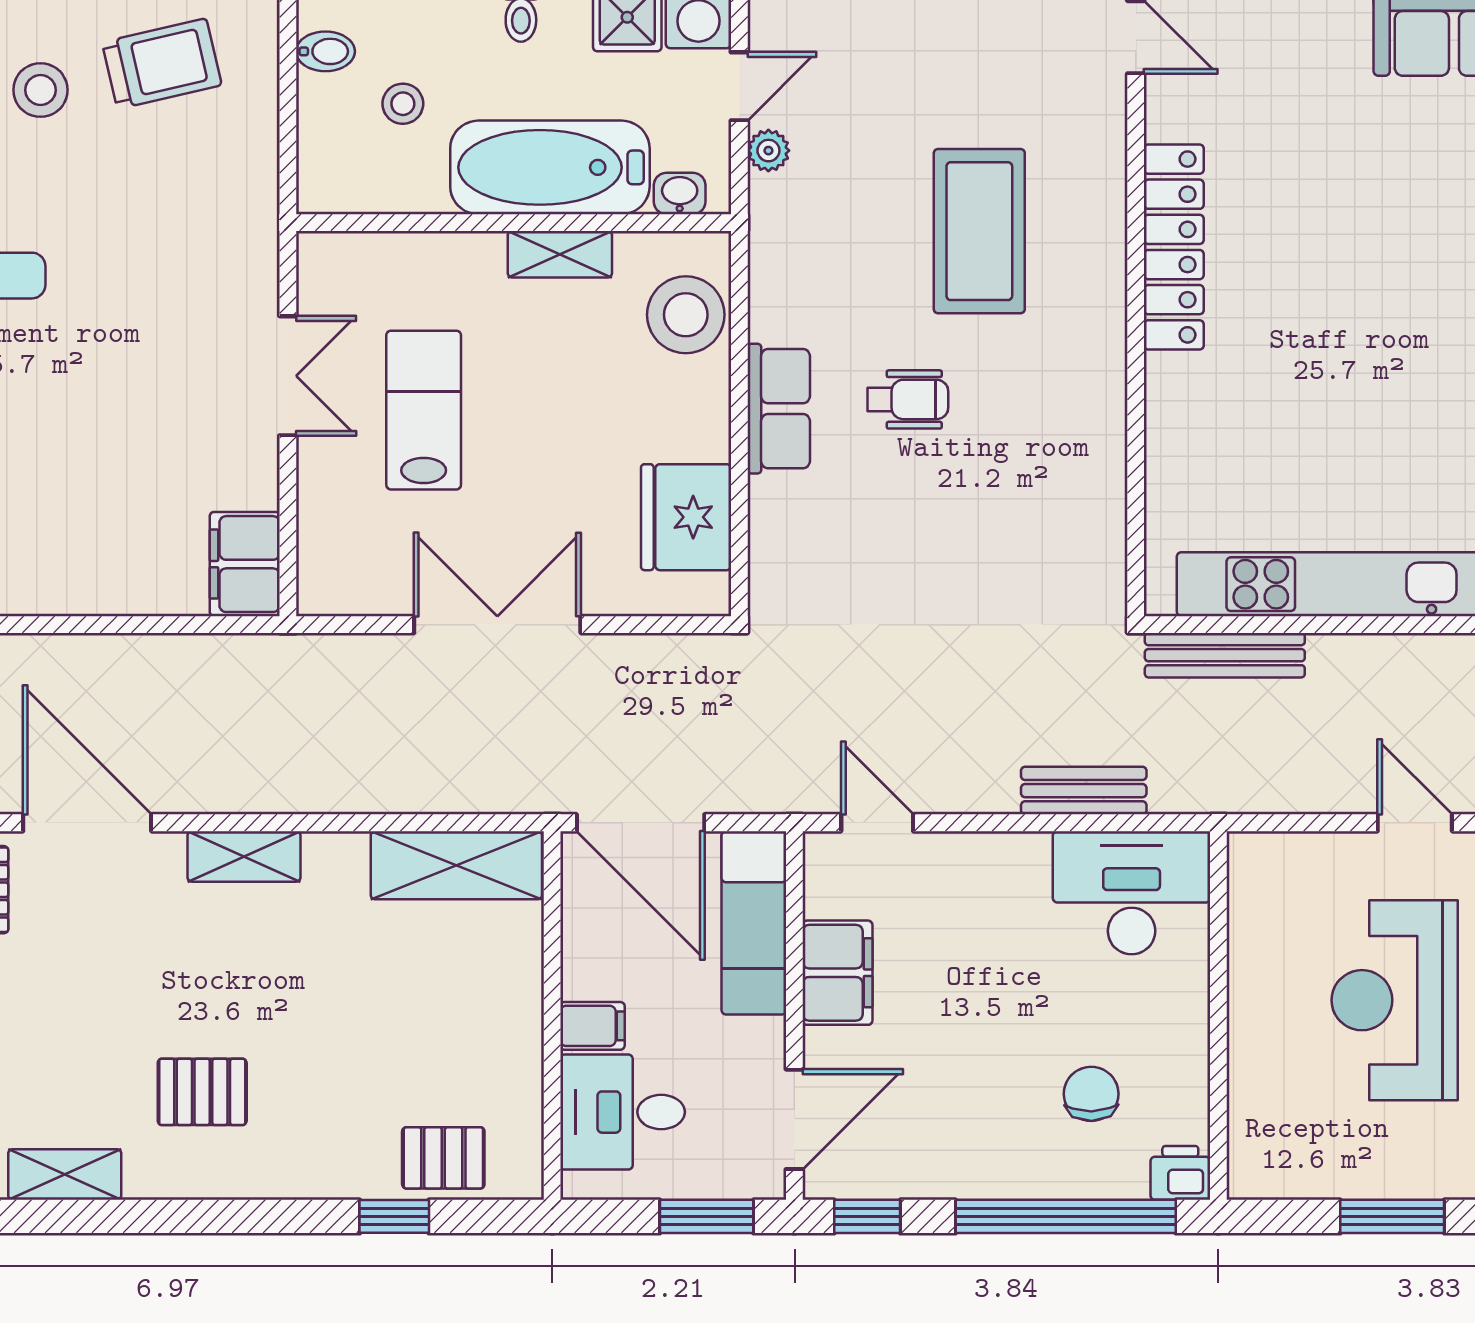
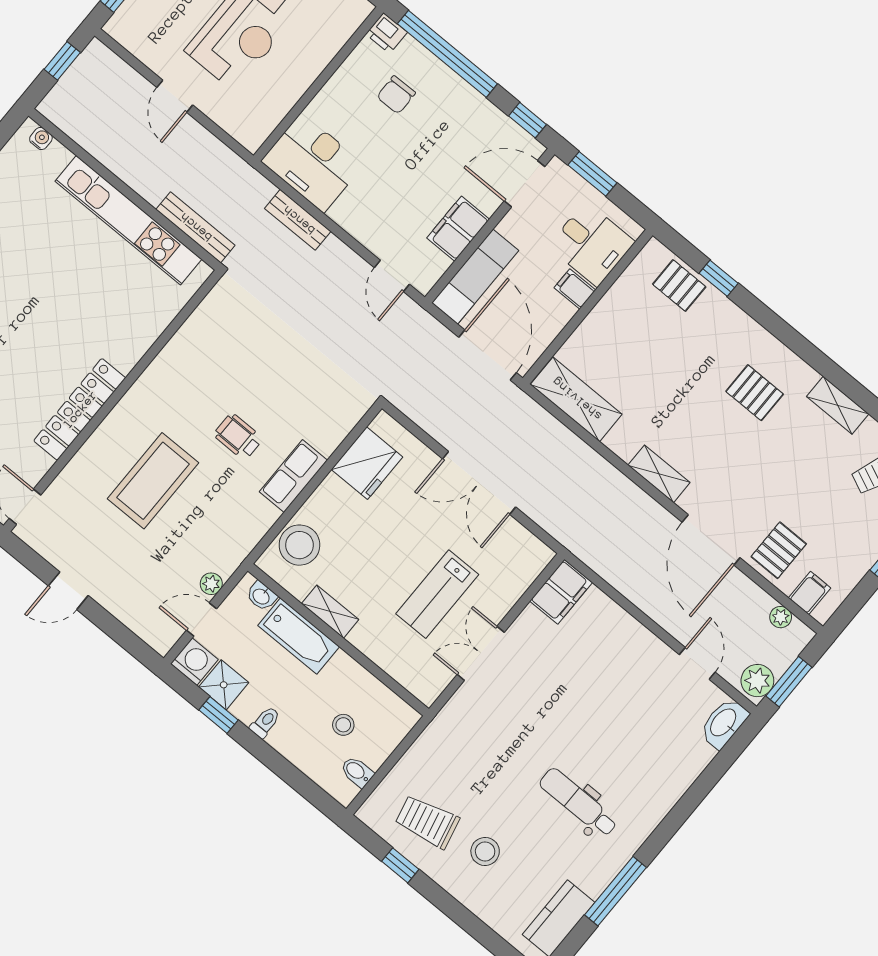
bathtub: (550, 167) -> (299, 636), width x0.73, depth x0.73

